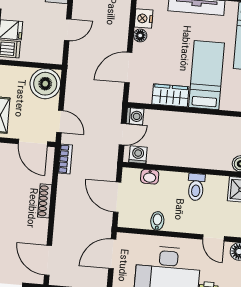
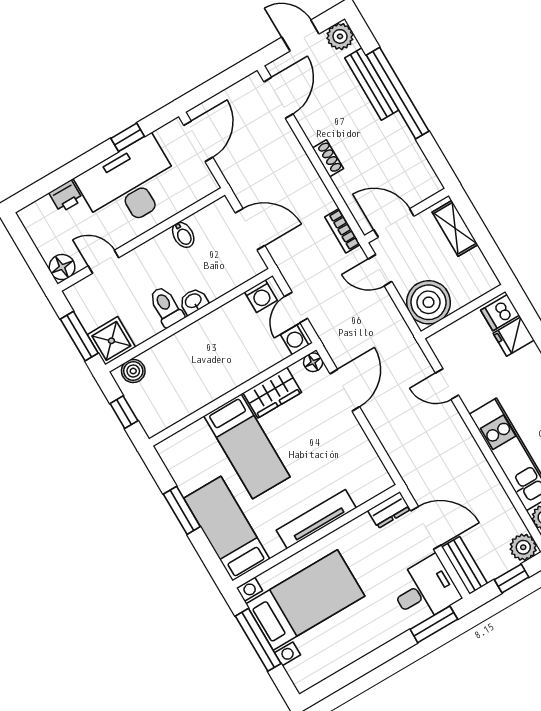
nightstand: (144, 19) -> (367, 460), removed
door: (68, 30) -> (447, 384), hinge flipped
floor lamp: (140, 35) -> (313, 362), moved
washbasin: (150, 177) -> (194, 301), moved
shoe rack: (45, 201) -> (328, 158), width x0.70
door: (112, 254) -> (198, 141), moved
door: (48, 260) -> (278, 98), hinge flipped

